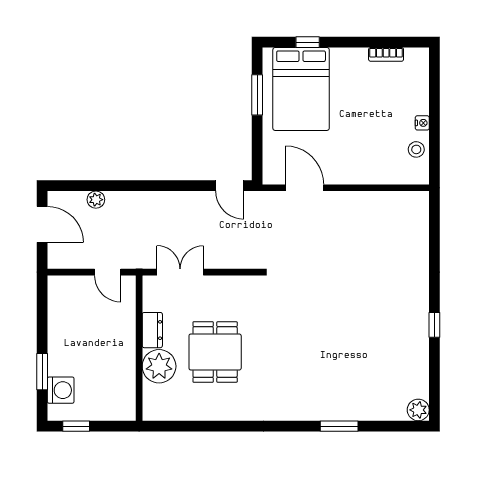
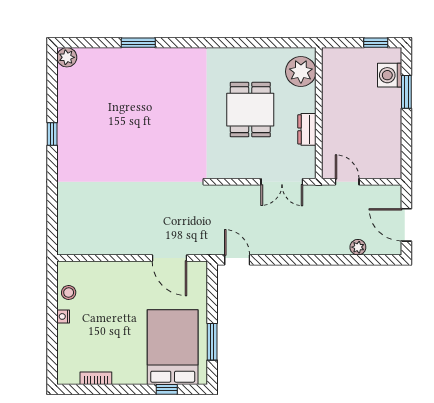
plant: (159, 366) -> (301, 72), moved

